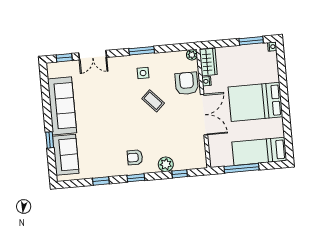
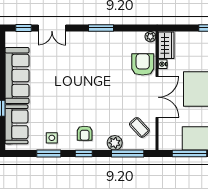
side table: (143, 73) -> (52, 138), moved
coffee table: (153, 101) -> (139, 127), moved
armchair: (135, 157) -> (85, 133), turned -90
window: (180, 174) -> (128, 154), width x2.17
window: (101, 181) -> (49, 154), width x1.50

